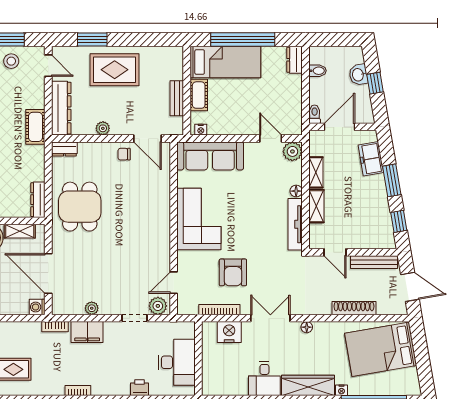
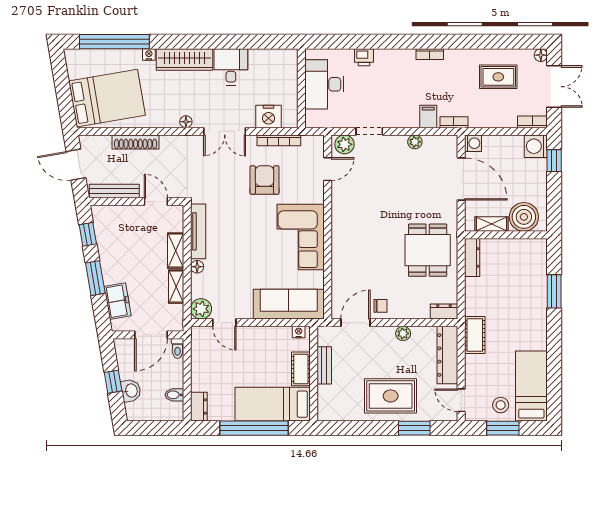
door: (147, 138) -> (355, 323), hinge flipped
filing cabinet: (87, 332) -> (428, 116), width x0.50

